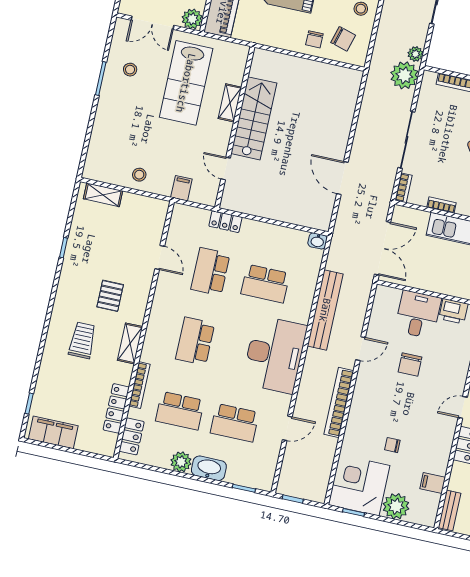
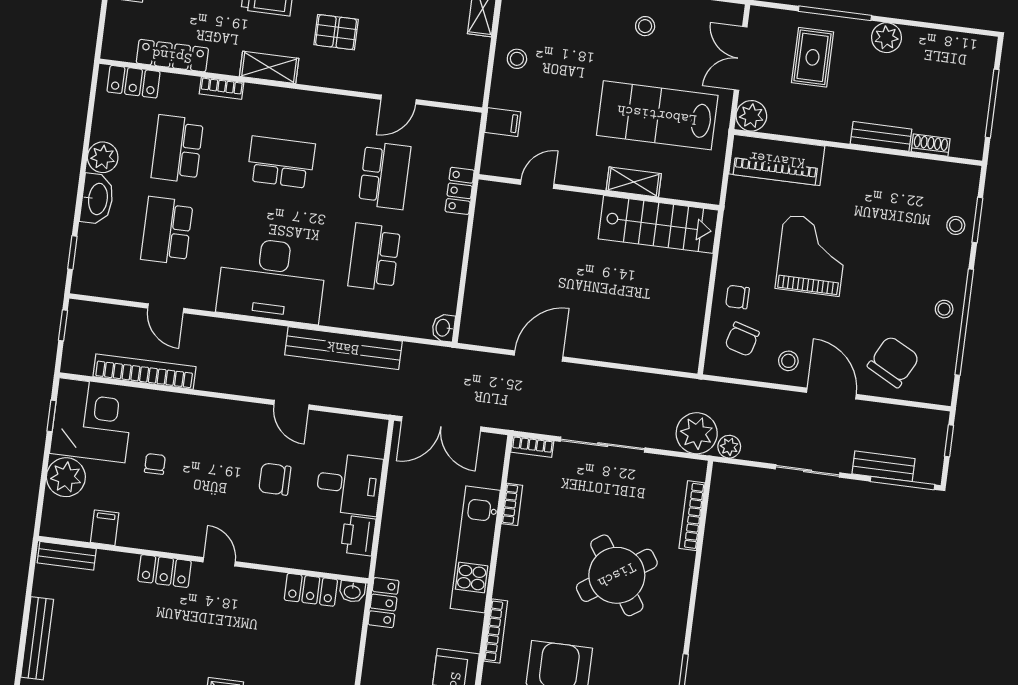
stool: (130, 70) -> (645, 26), moved
stairs: (254, 118) -> (658, 224), moved
school desk: (210, 272) -> (385, 175), turned 90
bookcase: (139, 385) -> (221, 88), width x0.64
bookcase: (339, 402) -> (144, 372), moved

